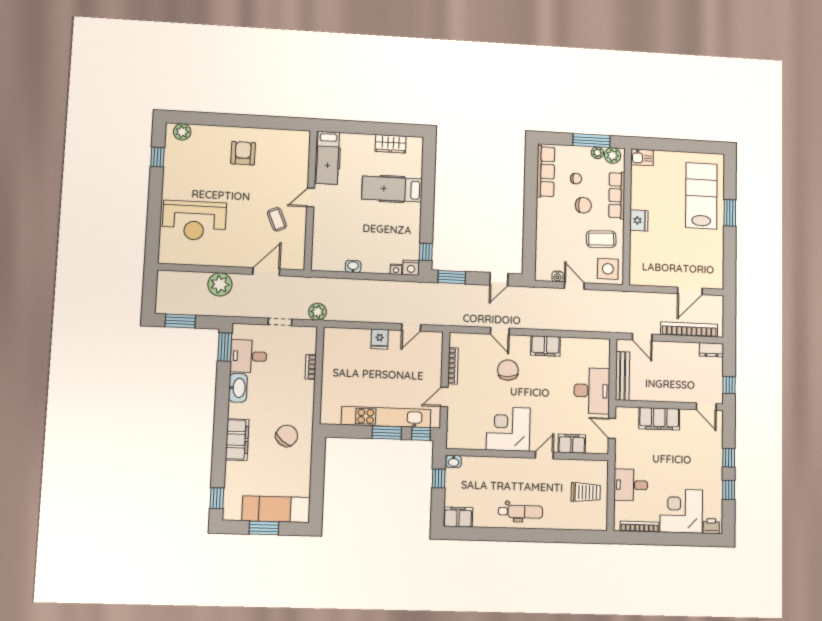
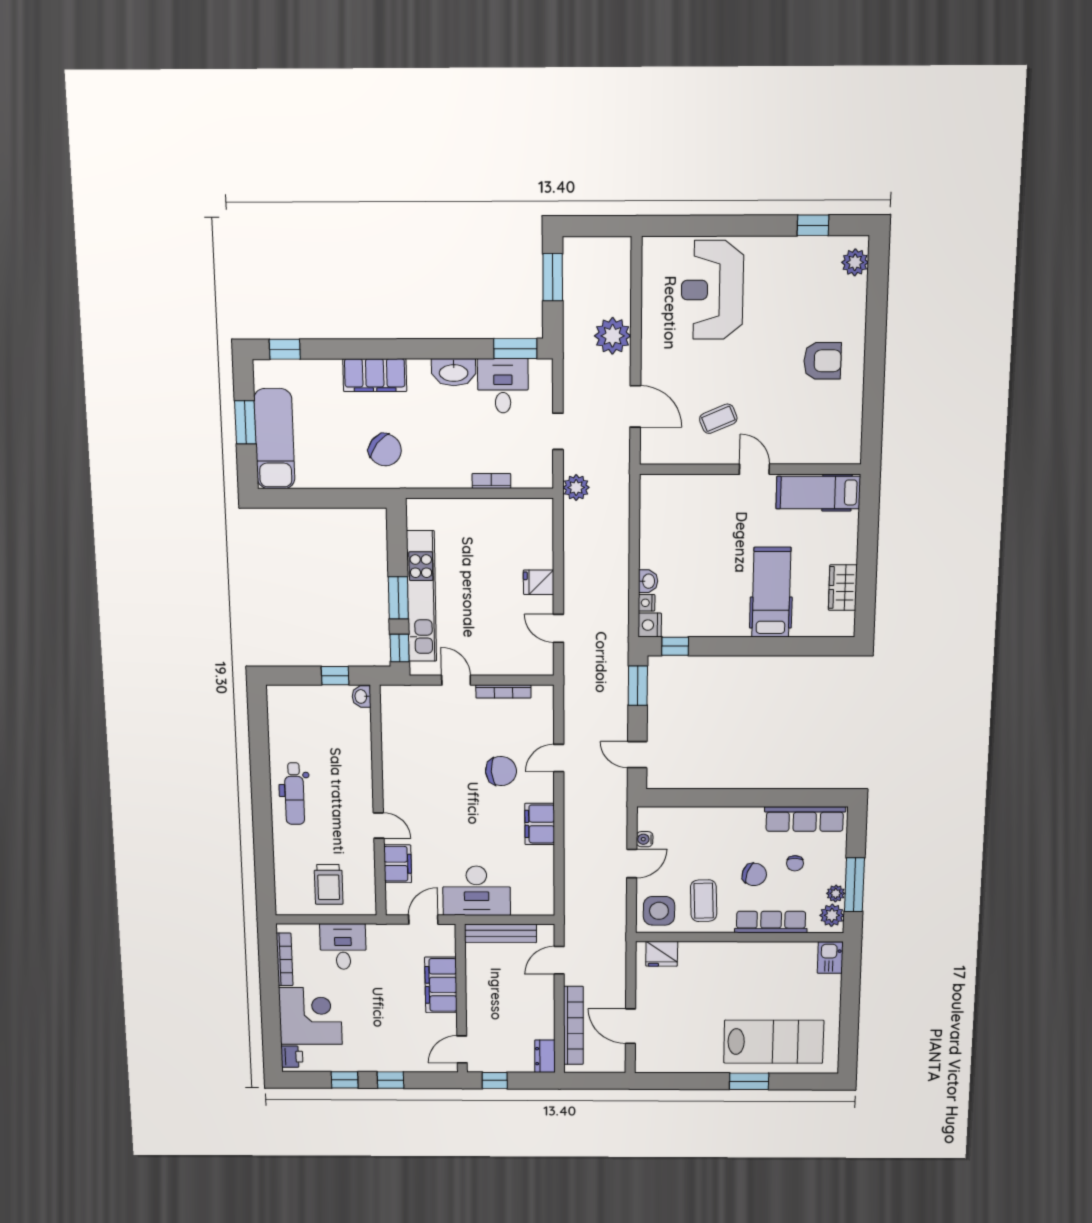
chair: (583, 205) -> (754, 874), turned -71
fridge: (639, 220) -> (662, 954), moved
washbasin: (353, 266) -> (648, 581), moved
corner desk: (508, 429) -> (414, 773), removed
filing cabinet: (458, 517) -> (281, 705), removed

